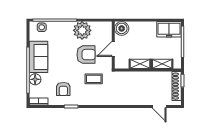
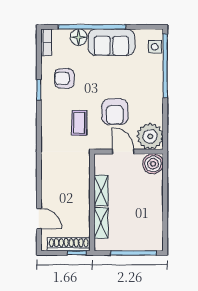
freezer: (169, 29) -> (152, 233), removed
plant: (82, 30) -> (150, 136), moved
door: (159, 106) -> (39, 218), swing flipped

